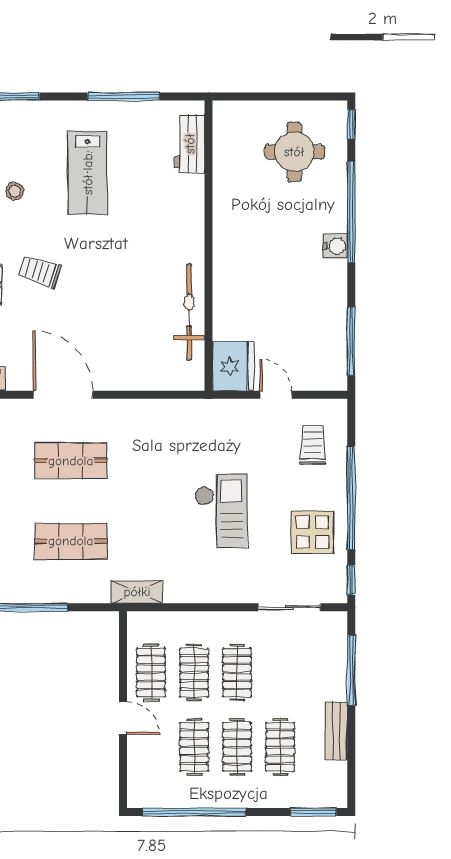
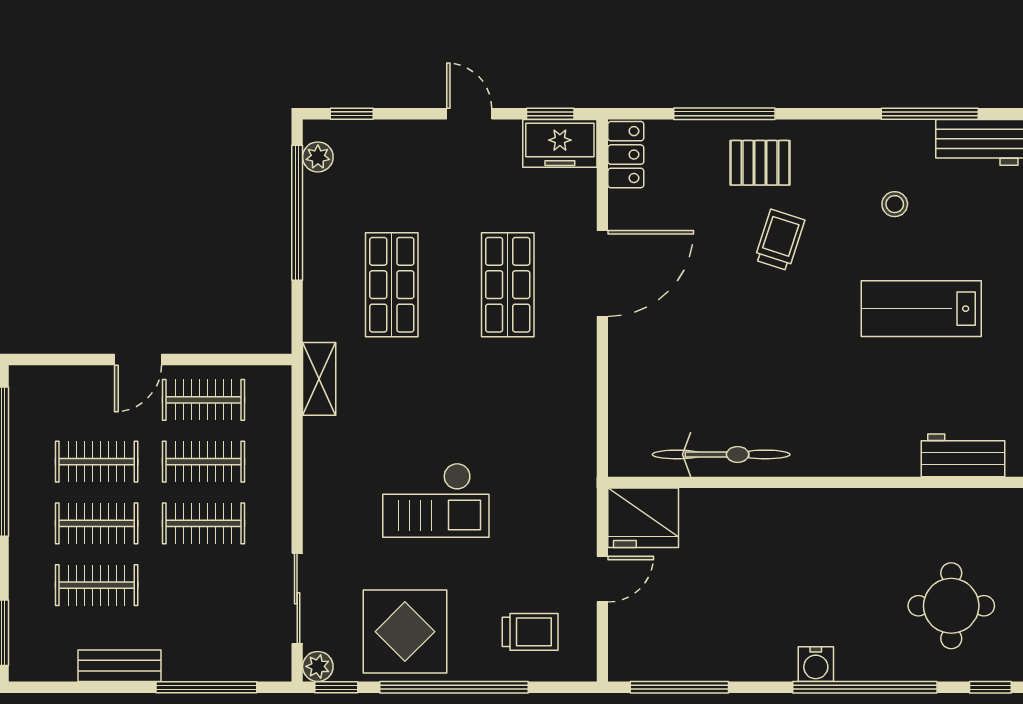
display table: (312, 532) -> (405, 632), width x1.36, depth x1.36
plant: (337, 593) -> (318, 666), added

